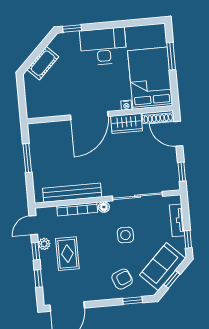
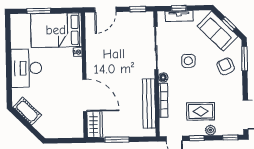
window: (72, 28) -> (9, 94), removed
cot: (43, 63) -> (27, 111), moved
door: (89, 116) -> (85, 95), moved
shoe rack: (158, 117) -> (90, 26), removed
wardrobe: (126, 123) -> (95, 125), moved
window: (188, 239) -> (179, 8), moved
plant: (44, 244) -> (210, 130), moved
window: (38, 278) -> (230, 138), moved
window: (133, 301) -> (245, 59), width x1.50

